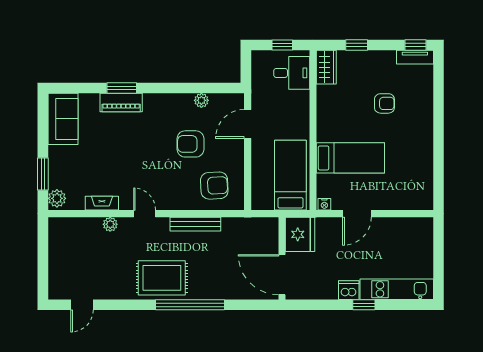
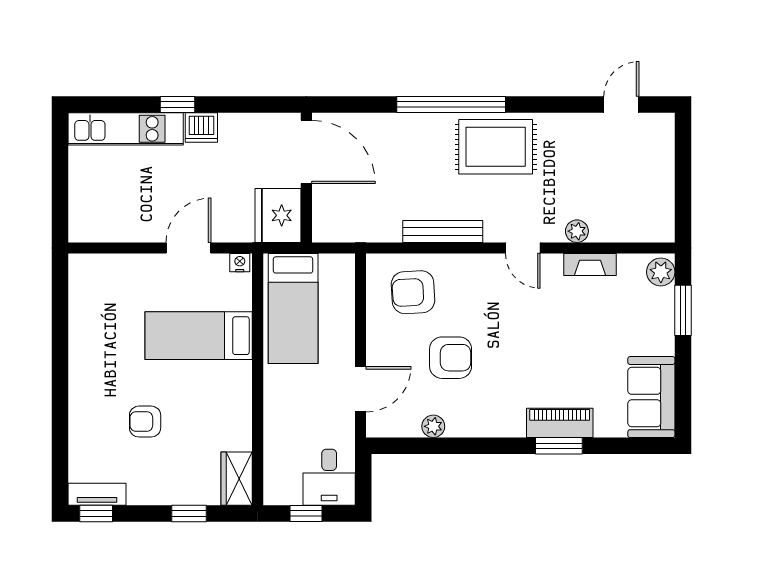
desk: (292, 73) -> (329, 477), moved, turned -90

